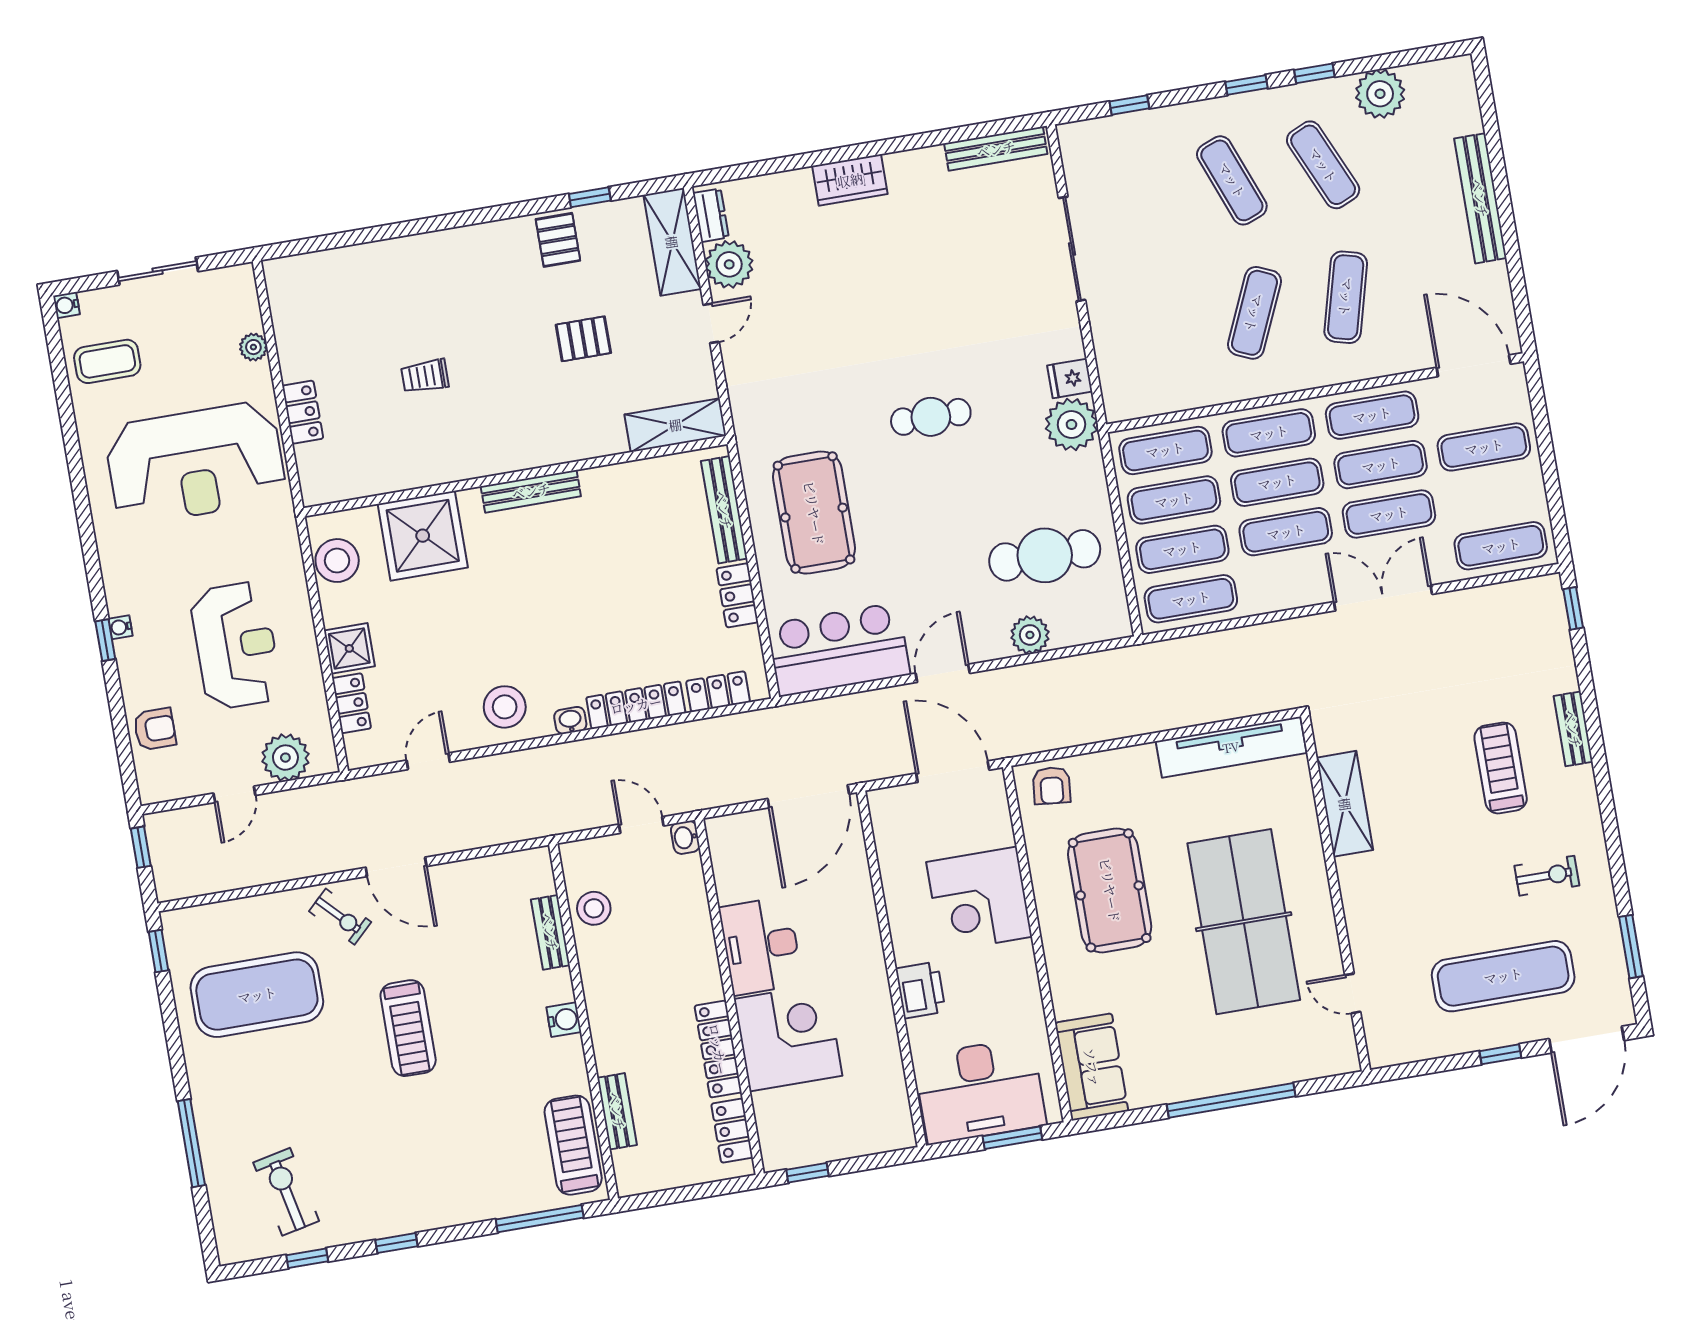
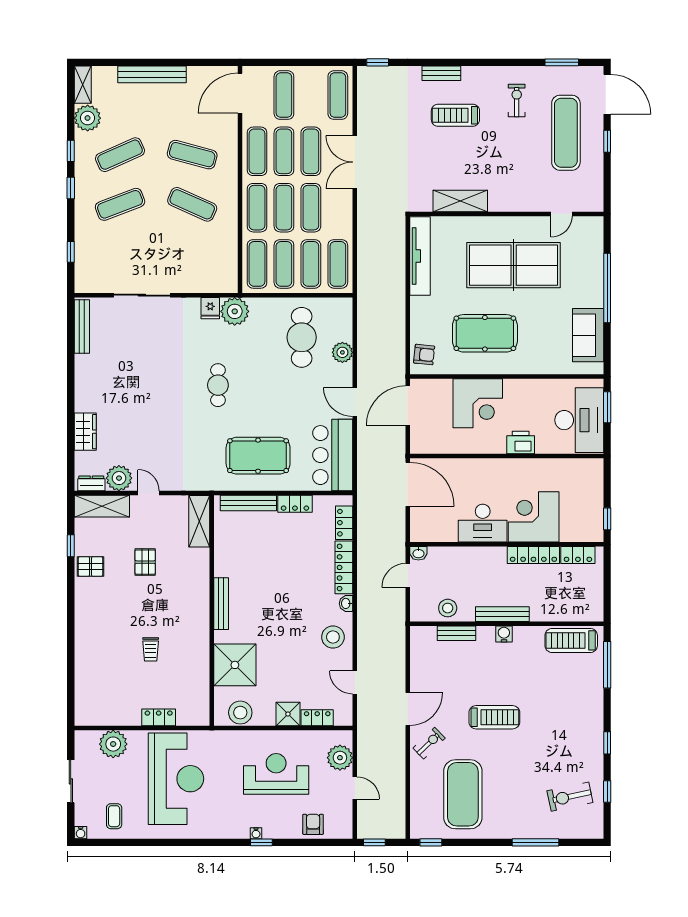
shelving: (1440, 74) -> (83, 85), added
wardrobe: (850, 180) -> (85, 432), moved
plant: (253, 347) -> (113, 744), width x1.88, depth x1.88
coffee table: (107, 361) -> (114, 816), width x0.73, depth x0.77
sofa: (1092, 1067) -> (588, 335), moved, turned -90
bench: (617, 1111) -> (502, 614), moved, width x1.36

